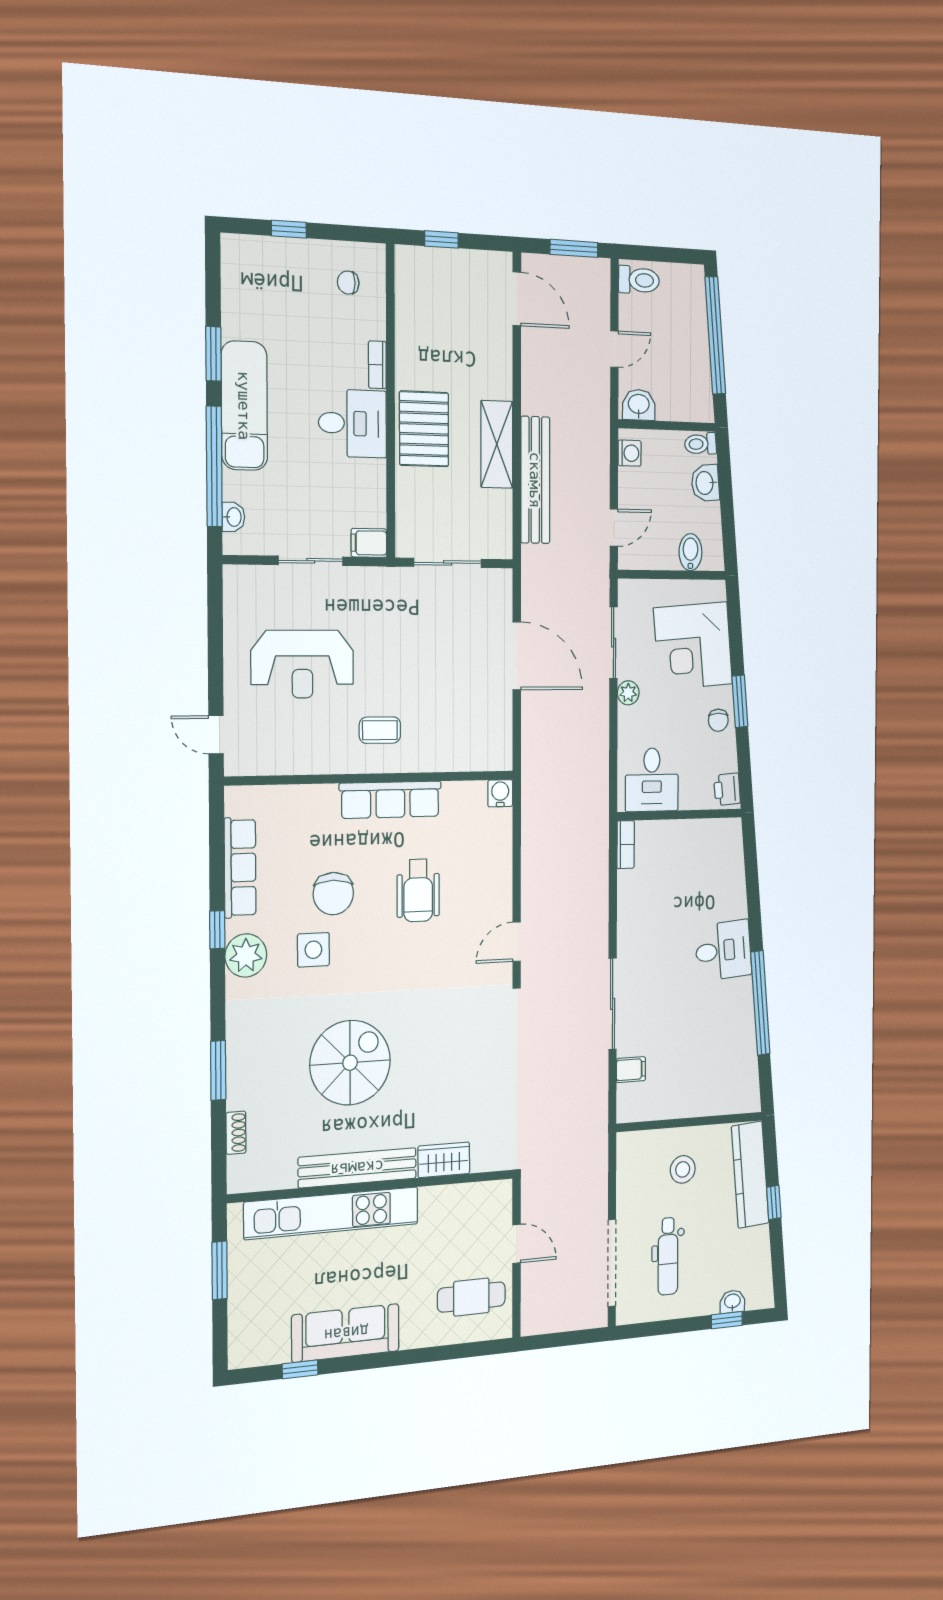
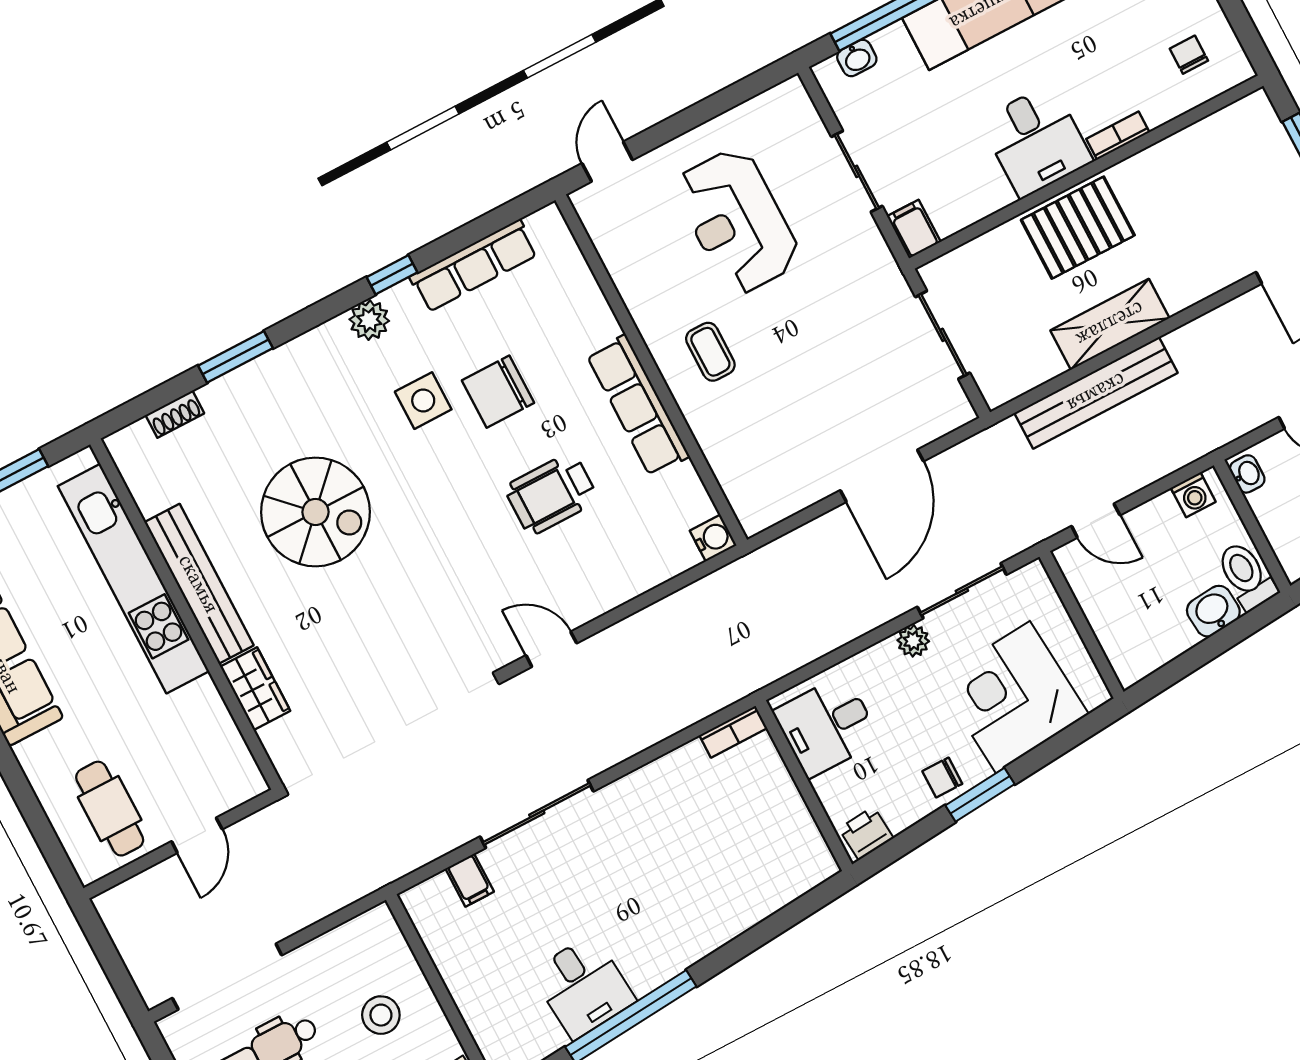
washbasin: (639, 405) -> (1247, 474), width x0.72, depth x0.69
toilet: (700, 444) -> (1246, 576), width x1.37, depth x1.39
bidet: (690, 552) -> (1121, 635), removed
desk: (723, 950) -> (583, 987), moved
plant: (246, 955) -> (369, 320), width x0.73, depth x0.73

